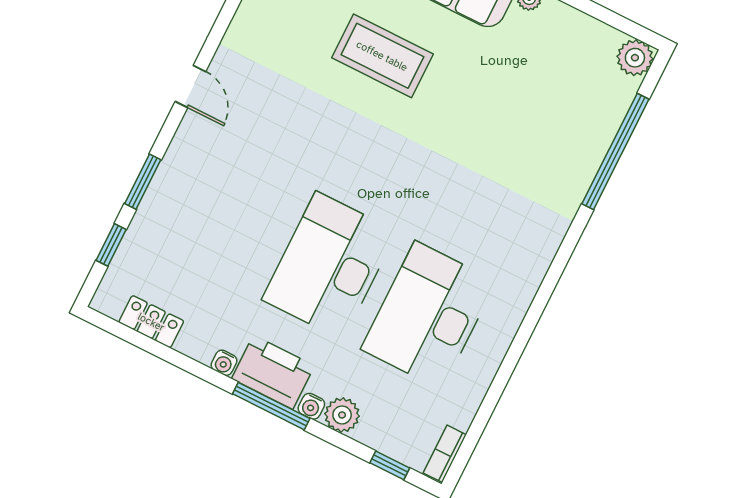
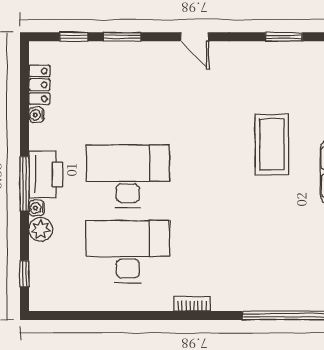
door: (190, 86) -> (195, 37), hinge flipped
water cooler: (224, 363) -> (36, 115), moved
bookcase: (445, 454) -> (192, 304), moved

